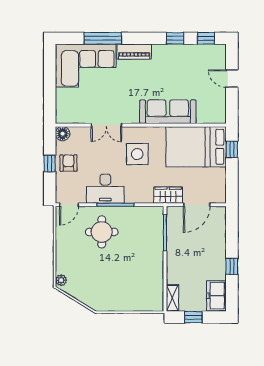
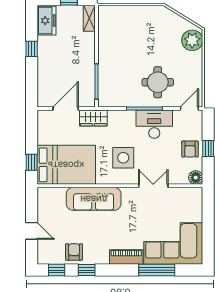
armchair: (188, 57) -> (74, 252), added
plant: (61, 280) -> (192, 40), width x1.87, depth x1.87

